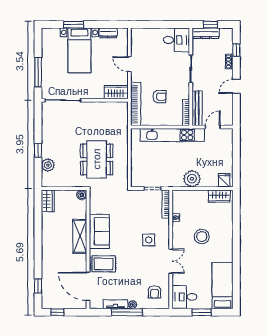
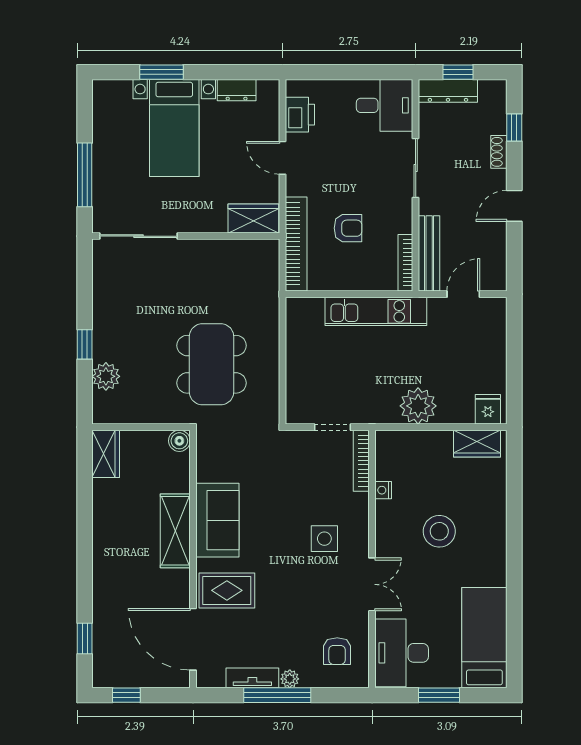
printer: (137, 44) -> (300, 115), added
kitchen unit: (172, 135) -> (376, 311), width x0.73
desk: (184, 297) -> (402, 653), width x1.37

